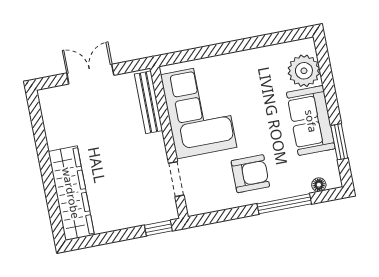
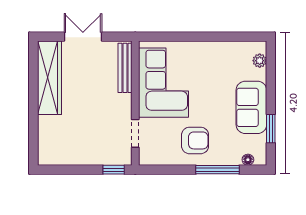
plant: (304, 71) -> (260, 61), width x0.53, depth x0.53
wardrobe: (71, 193) -> (50, 78), moved

